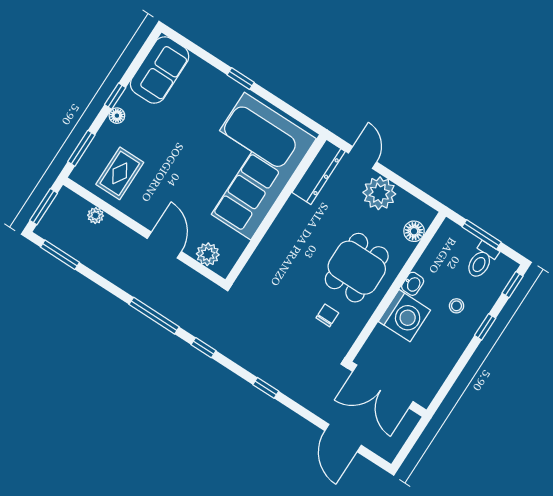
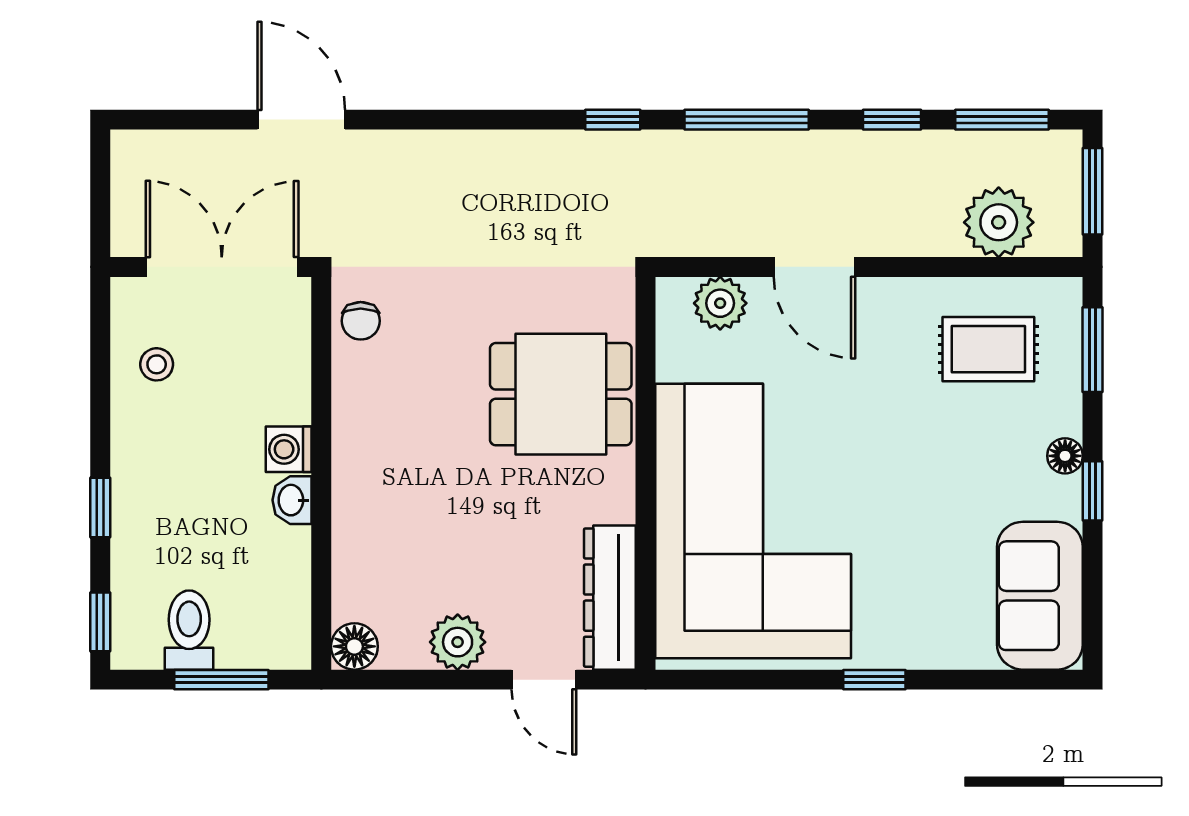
rug: (120, 173) -> (988, 349), turned 90
plant: (379, 193) -> (458, 642), width x0.73, depth x0.73
plant: (96, 216) -> (999, 222), width x1.88, depth x1.88
floor lamp: (414, 231) -> (354, 646), moved
dining table: (357, 268) -> (561, 394), moved, turned 90
stool: (457, 306) -> (157, 364), moved
chair: (327, 315) -> (361, 321), moved
washing machine: (404, 316) -> (289, 449), width x0.53, depth x0.53
window: (266, 388) -> (892, 120), moved
door: (343, 438) -> (301, 120), moved

